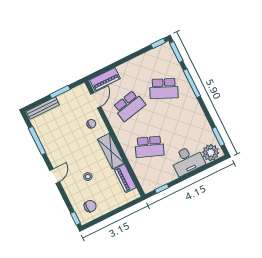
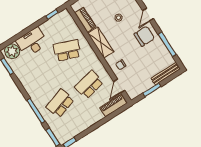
school desk: (164, 89) -> (60, 103), turned -42
chair: (62, 153) -> (144, 36), added

